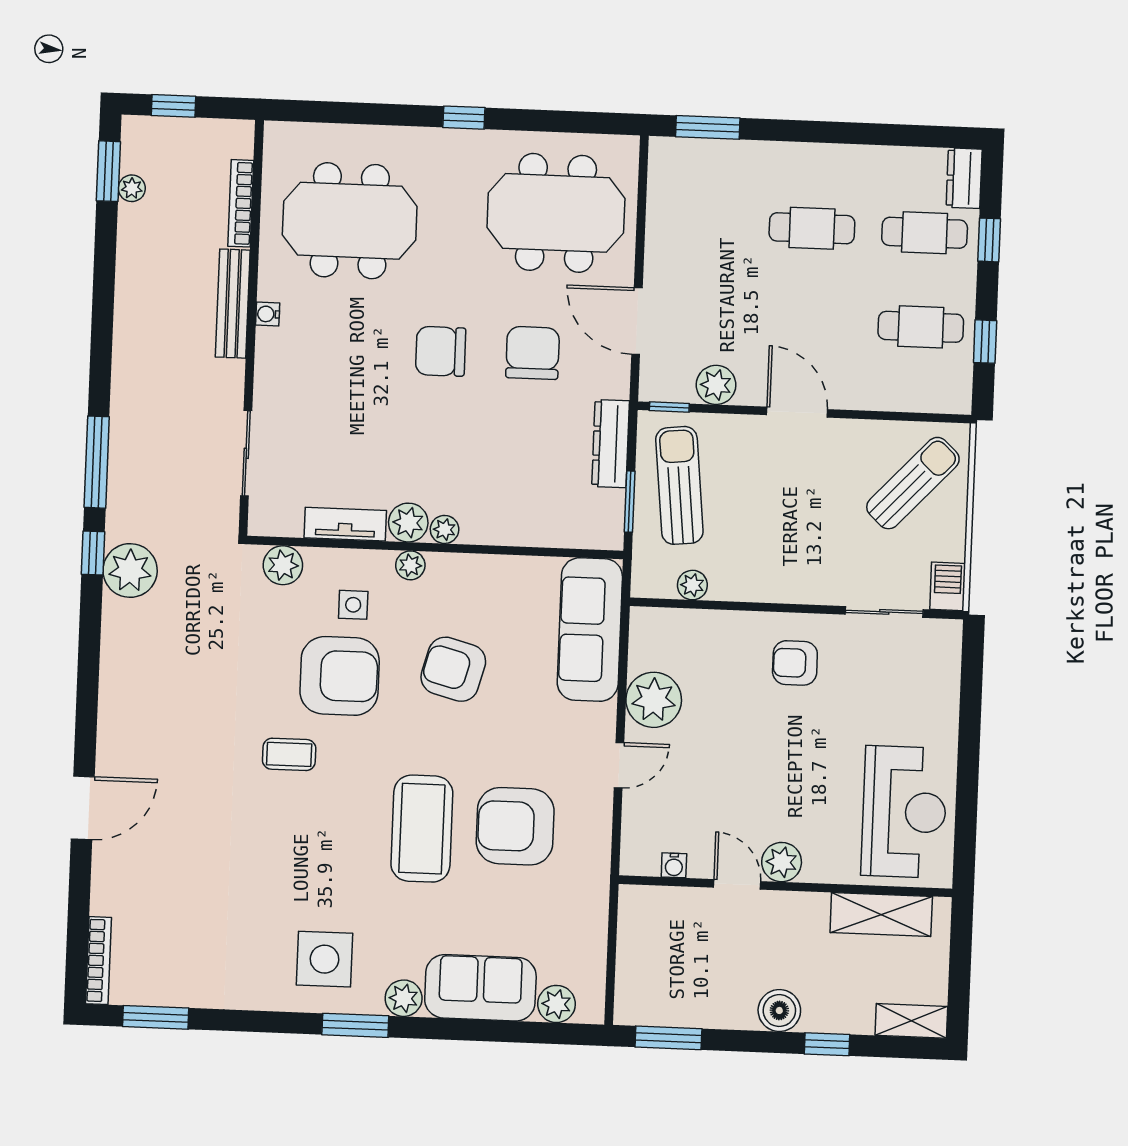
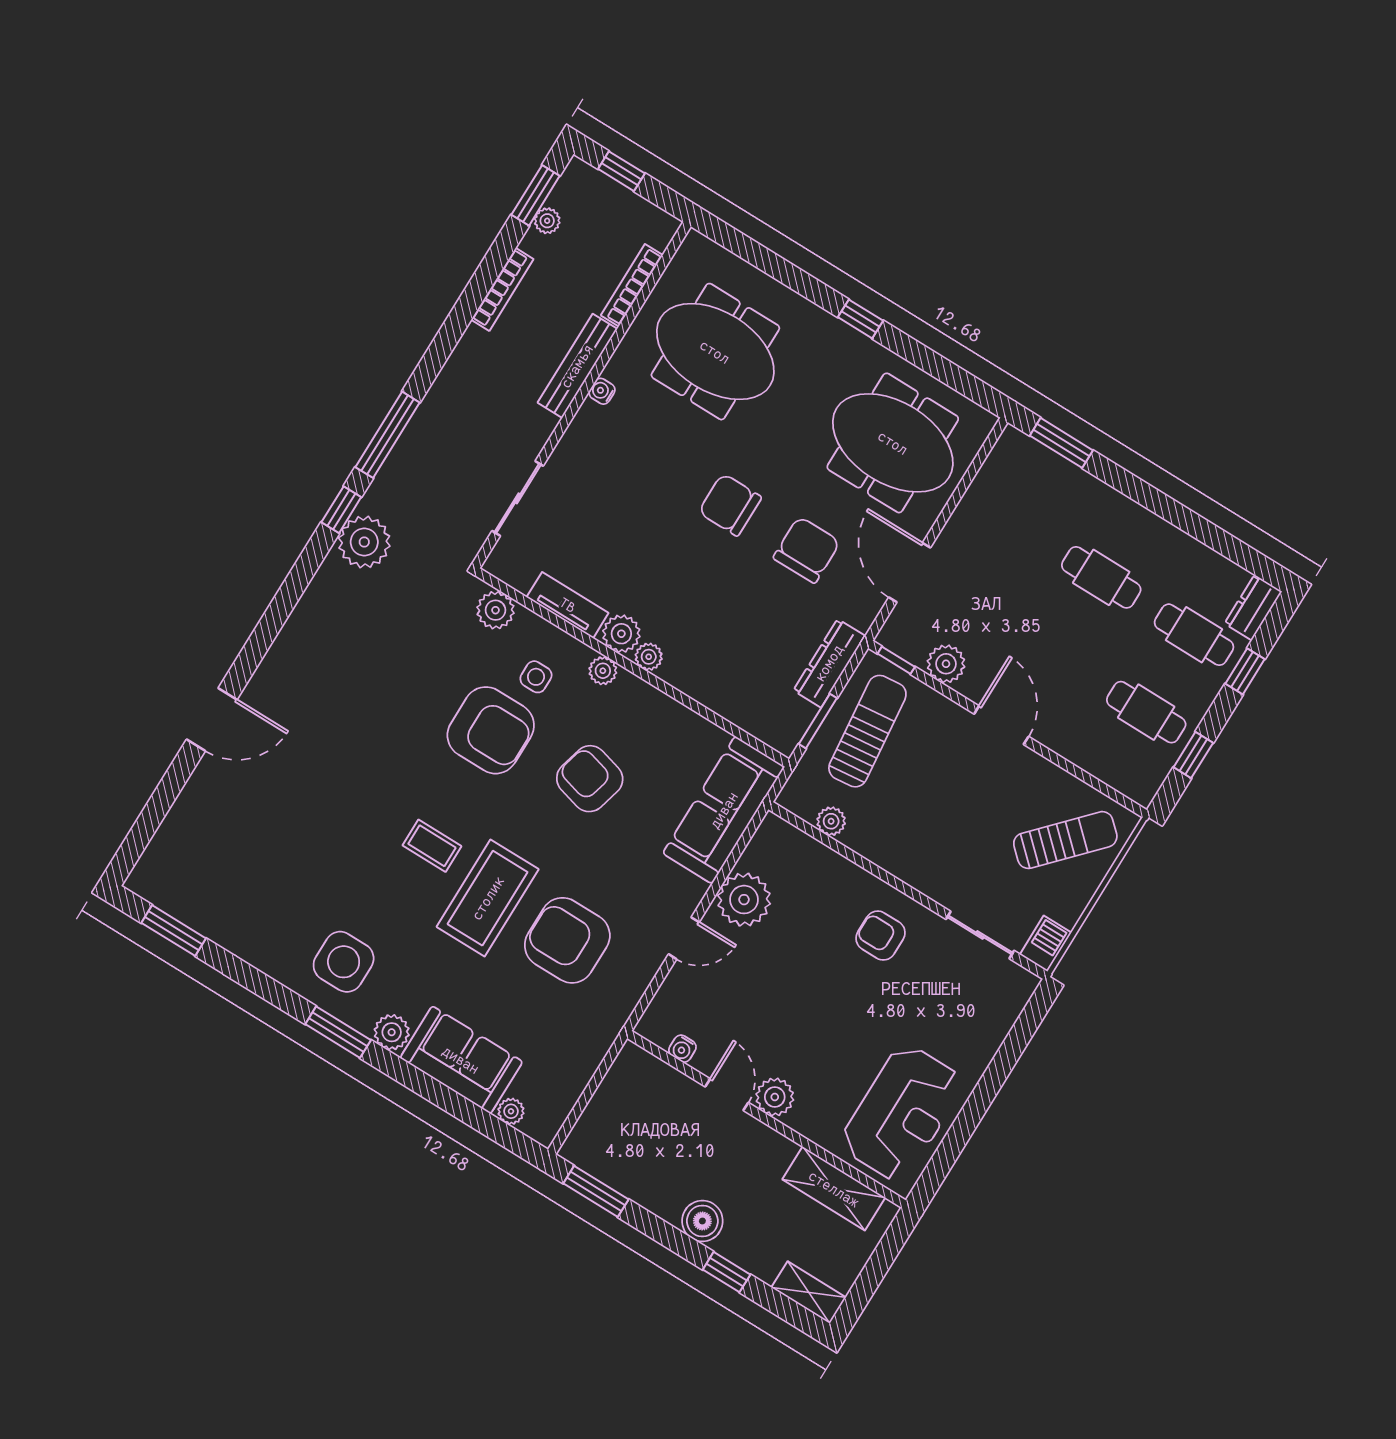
coffee table: (289, 754) -> (432, 846), moved
bookcase: (99, 961) -> (502, 289), moved
plant: (557, 1004) -> (511, 1111), width x0.73, depth x0.73

